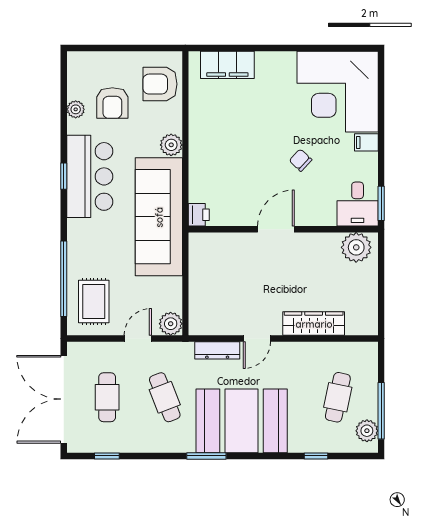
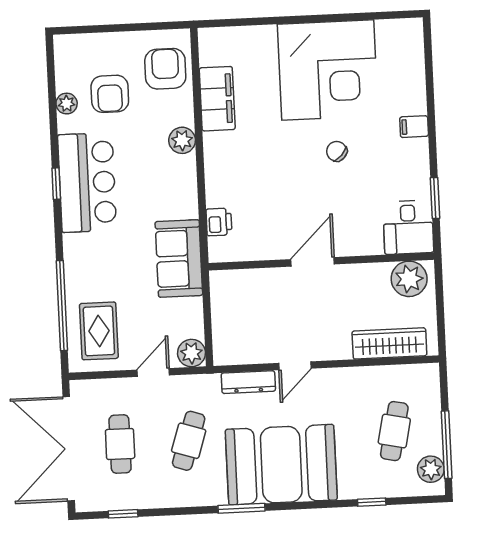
filing cabinet: (227, 65) -> (217, 99), moved, turned -90
armchair: (160, 84) -> (165, 69), turned 90
corner desk: (338, 92) -> (328, 70), moved, turned -90
desk: (358, 204) -> (408, 227), moved
sofa: (159, 217) -> (179, 258), width x0.54, depth x0.79
door: (276, 229) -> (313, 262), moved
wall: (283, 229) -> (321, 261), moved
plant: (356, 247) -> (409, 279), moved
wardrobe: (314, 324) -> (389, 343), moved
cafe table: (165, 397) -> (189, 441), turned 39

